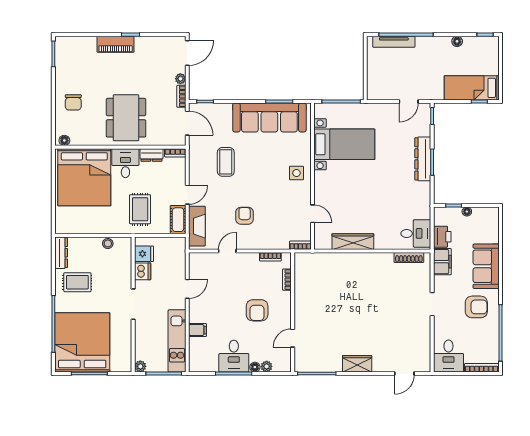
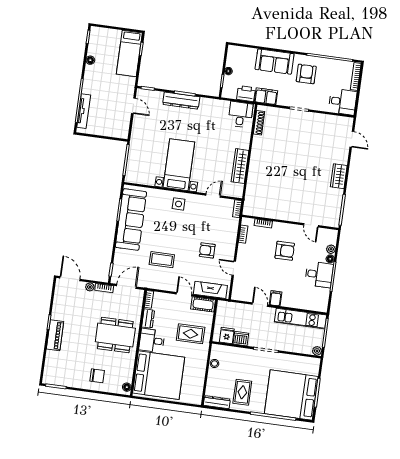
bed with nightstands: (344, 144) -> (179, 165), moved
filing cabinet: (198, 330) -> (276, 298), moved

